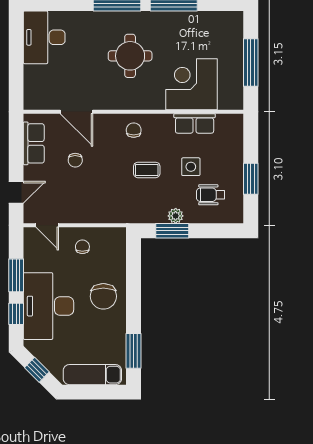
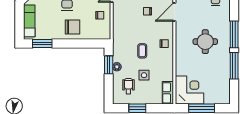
corner desk: (192, 84) -> (190, 90), moved
row of seats: (195, 123) -> (168, 93), moved
chair: (103, 296) -> (72, 27), turned 180

